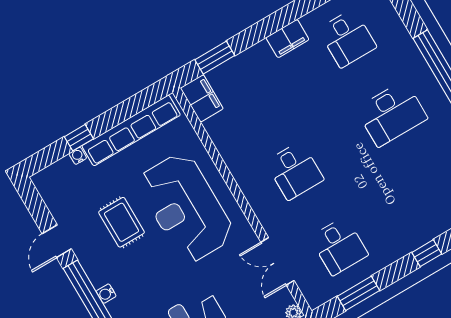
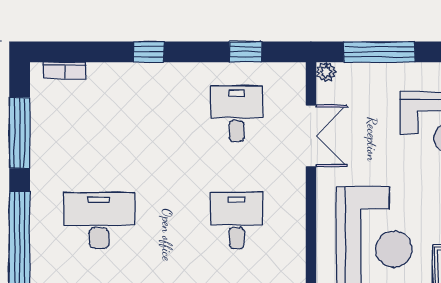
window: (358, 293) -> (245, 52), width x0.67

